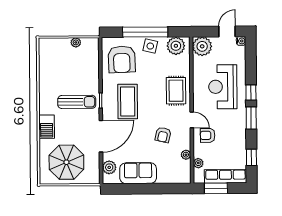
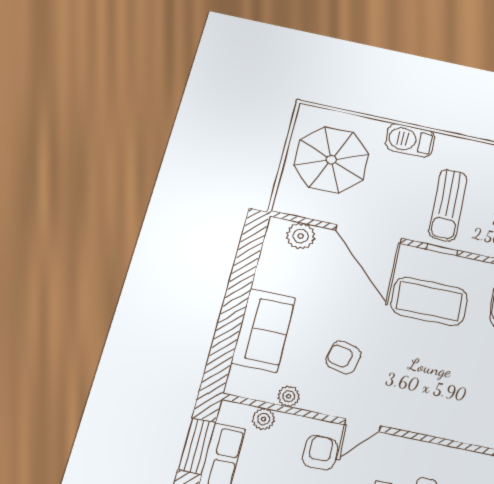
rug: (176, 91) -> (433, 405), removed
sofa: (138, 173) -> (263, 330), moved

